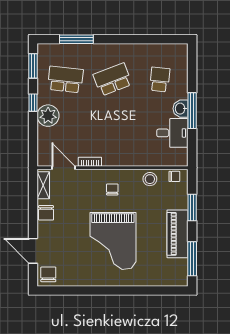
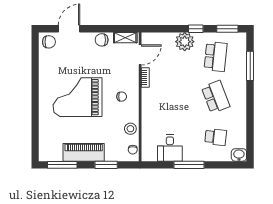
washbasin: (181, 109) -> (239, 155), moved

